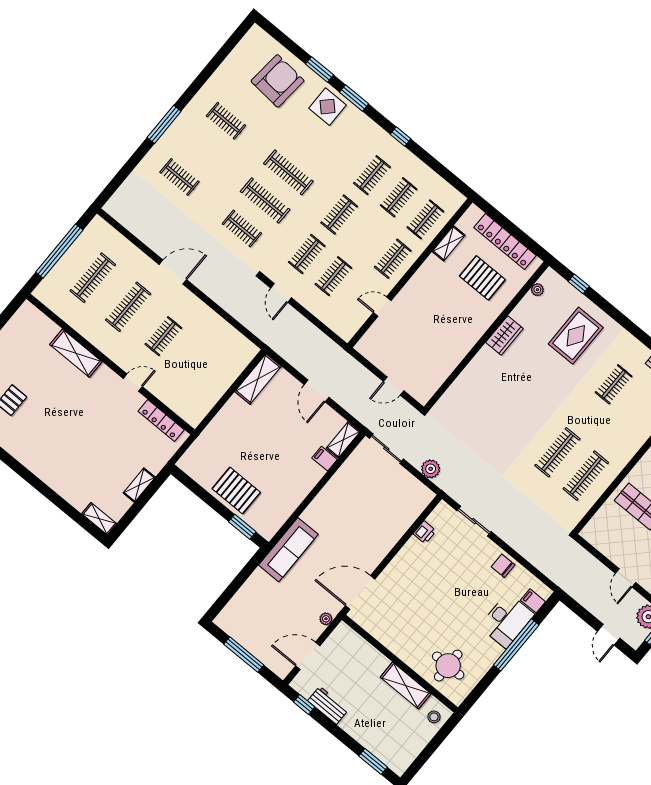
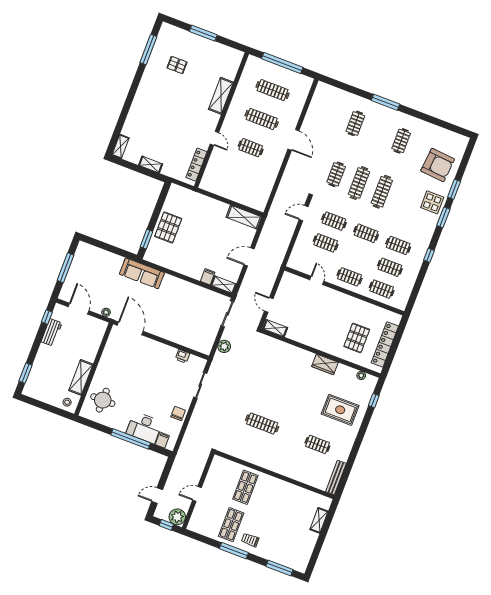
shelving: (449, 243) -> (275, 328), moved
clothes rail: (586, 476) -> (253, 446), removed

